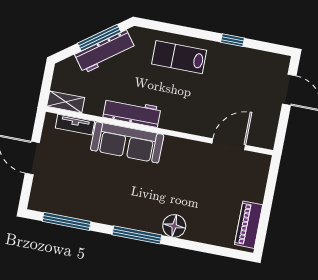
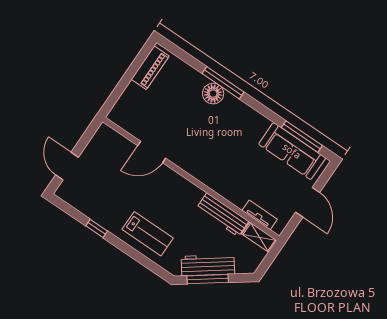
workbench: (132, 112) -> (223, 215), moved
sofa: (127, 142) -> (292, 151), moved, turned 180
door: (229, 144) -> (152, 152), moved
window: (137, 235) -> (223, 83), moved

